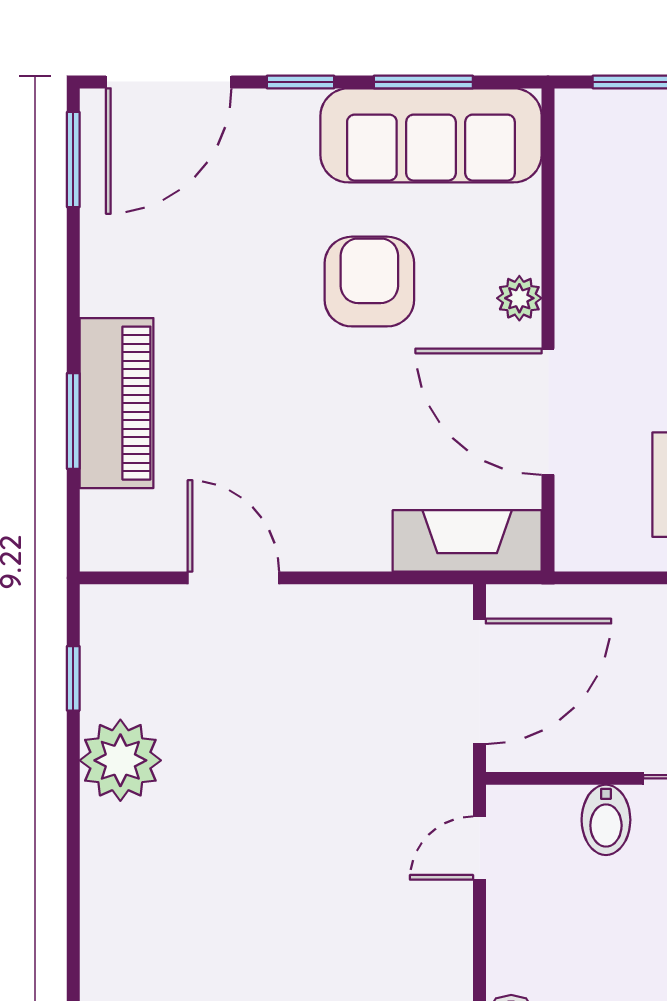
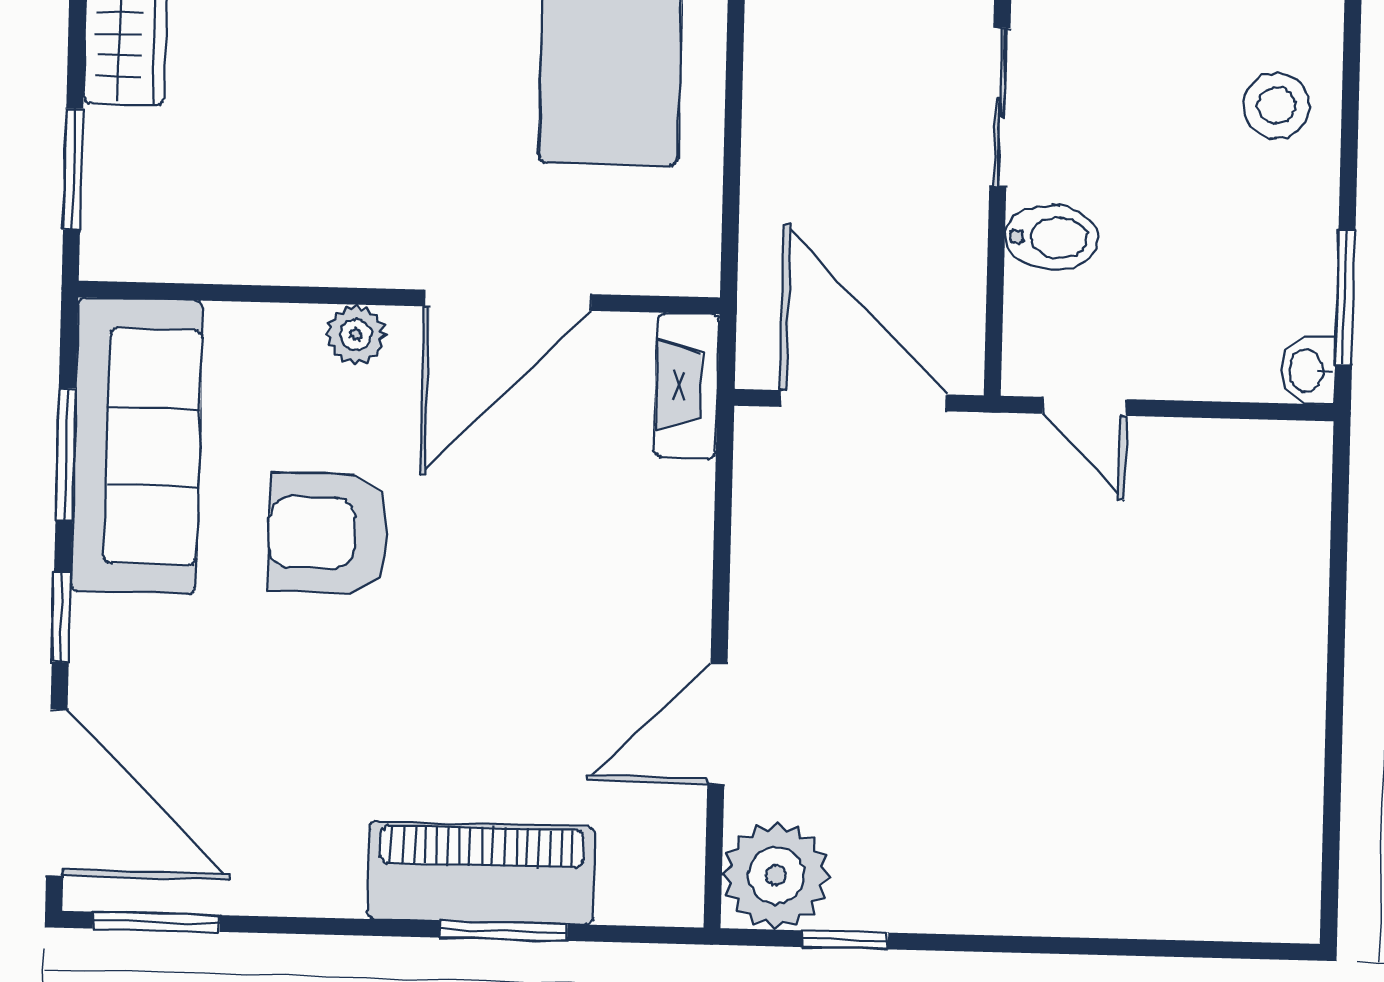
fireplace: (467, 541) -> (687, 386), width x0.73, depth x0.76
plant: (120, 760) -> (776, 875), moved

